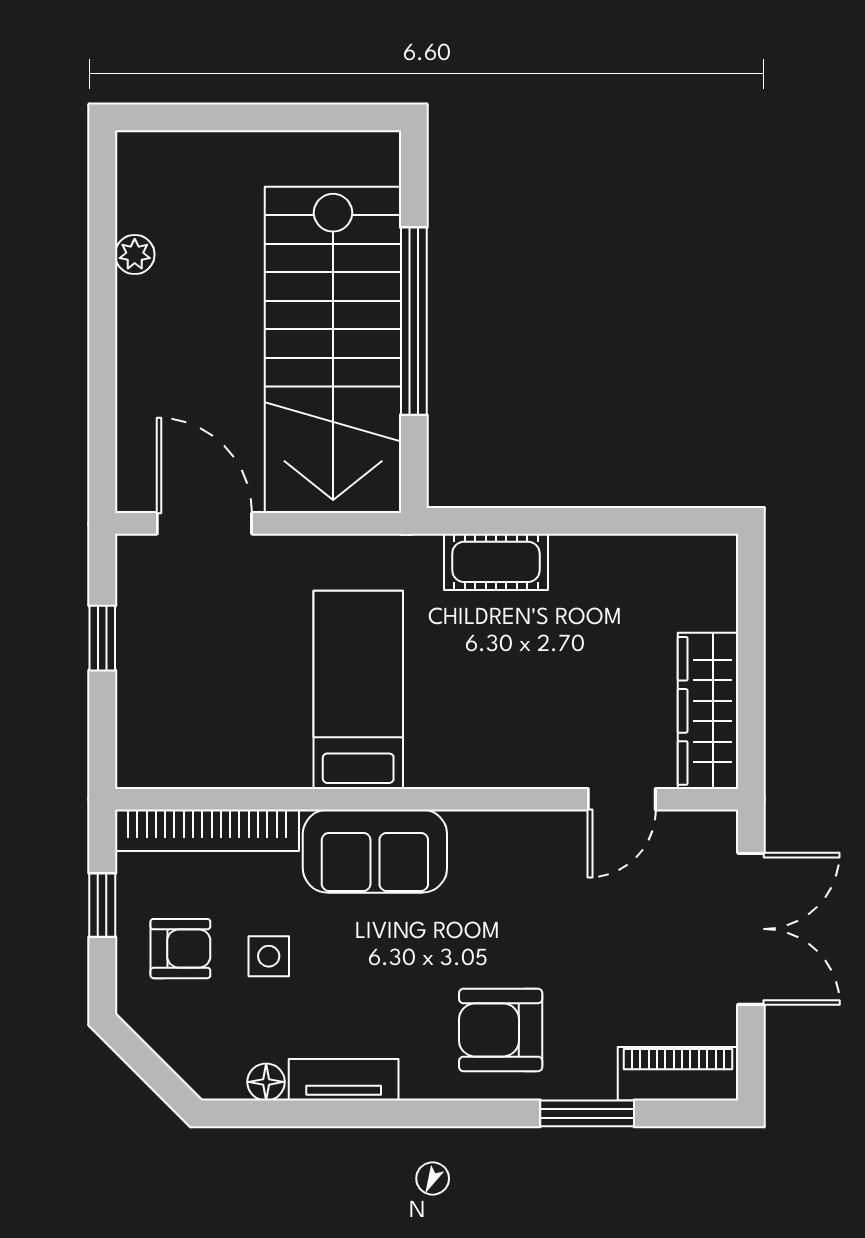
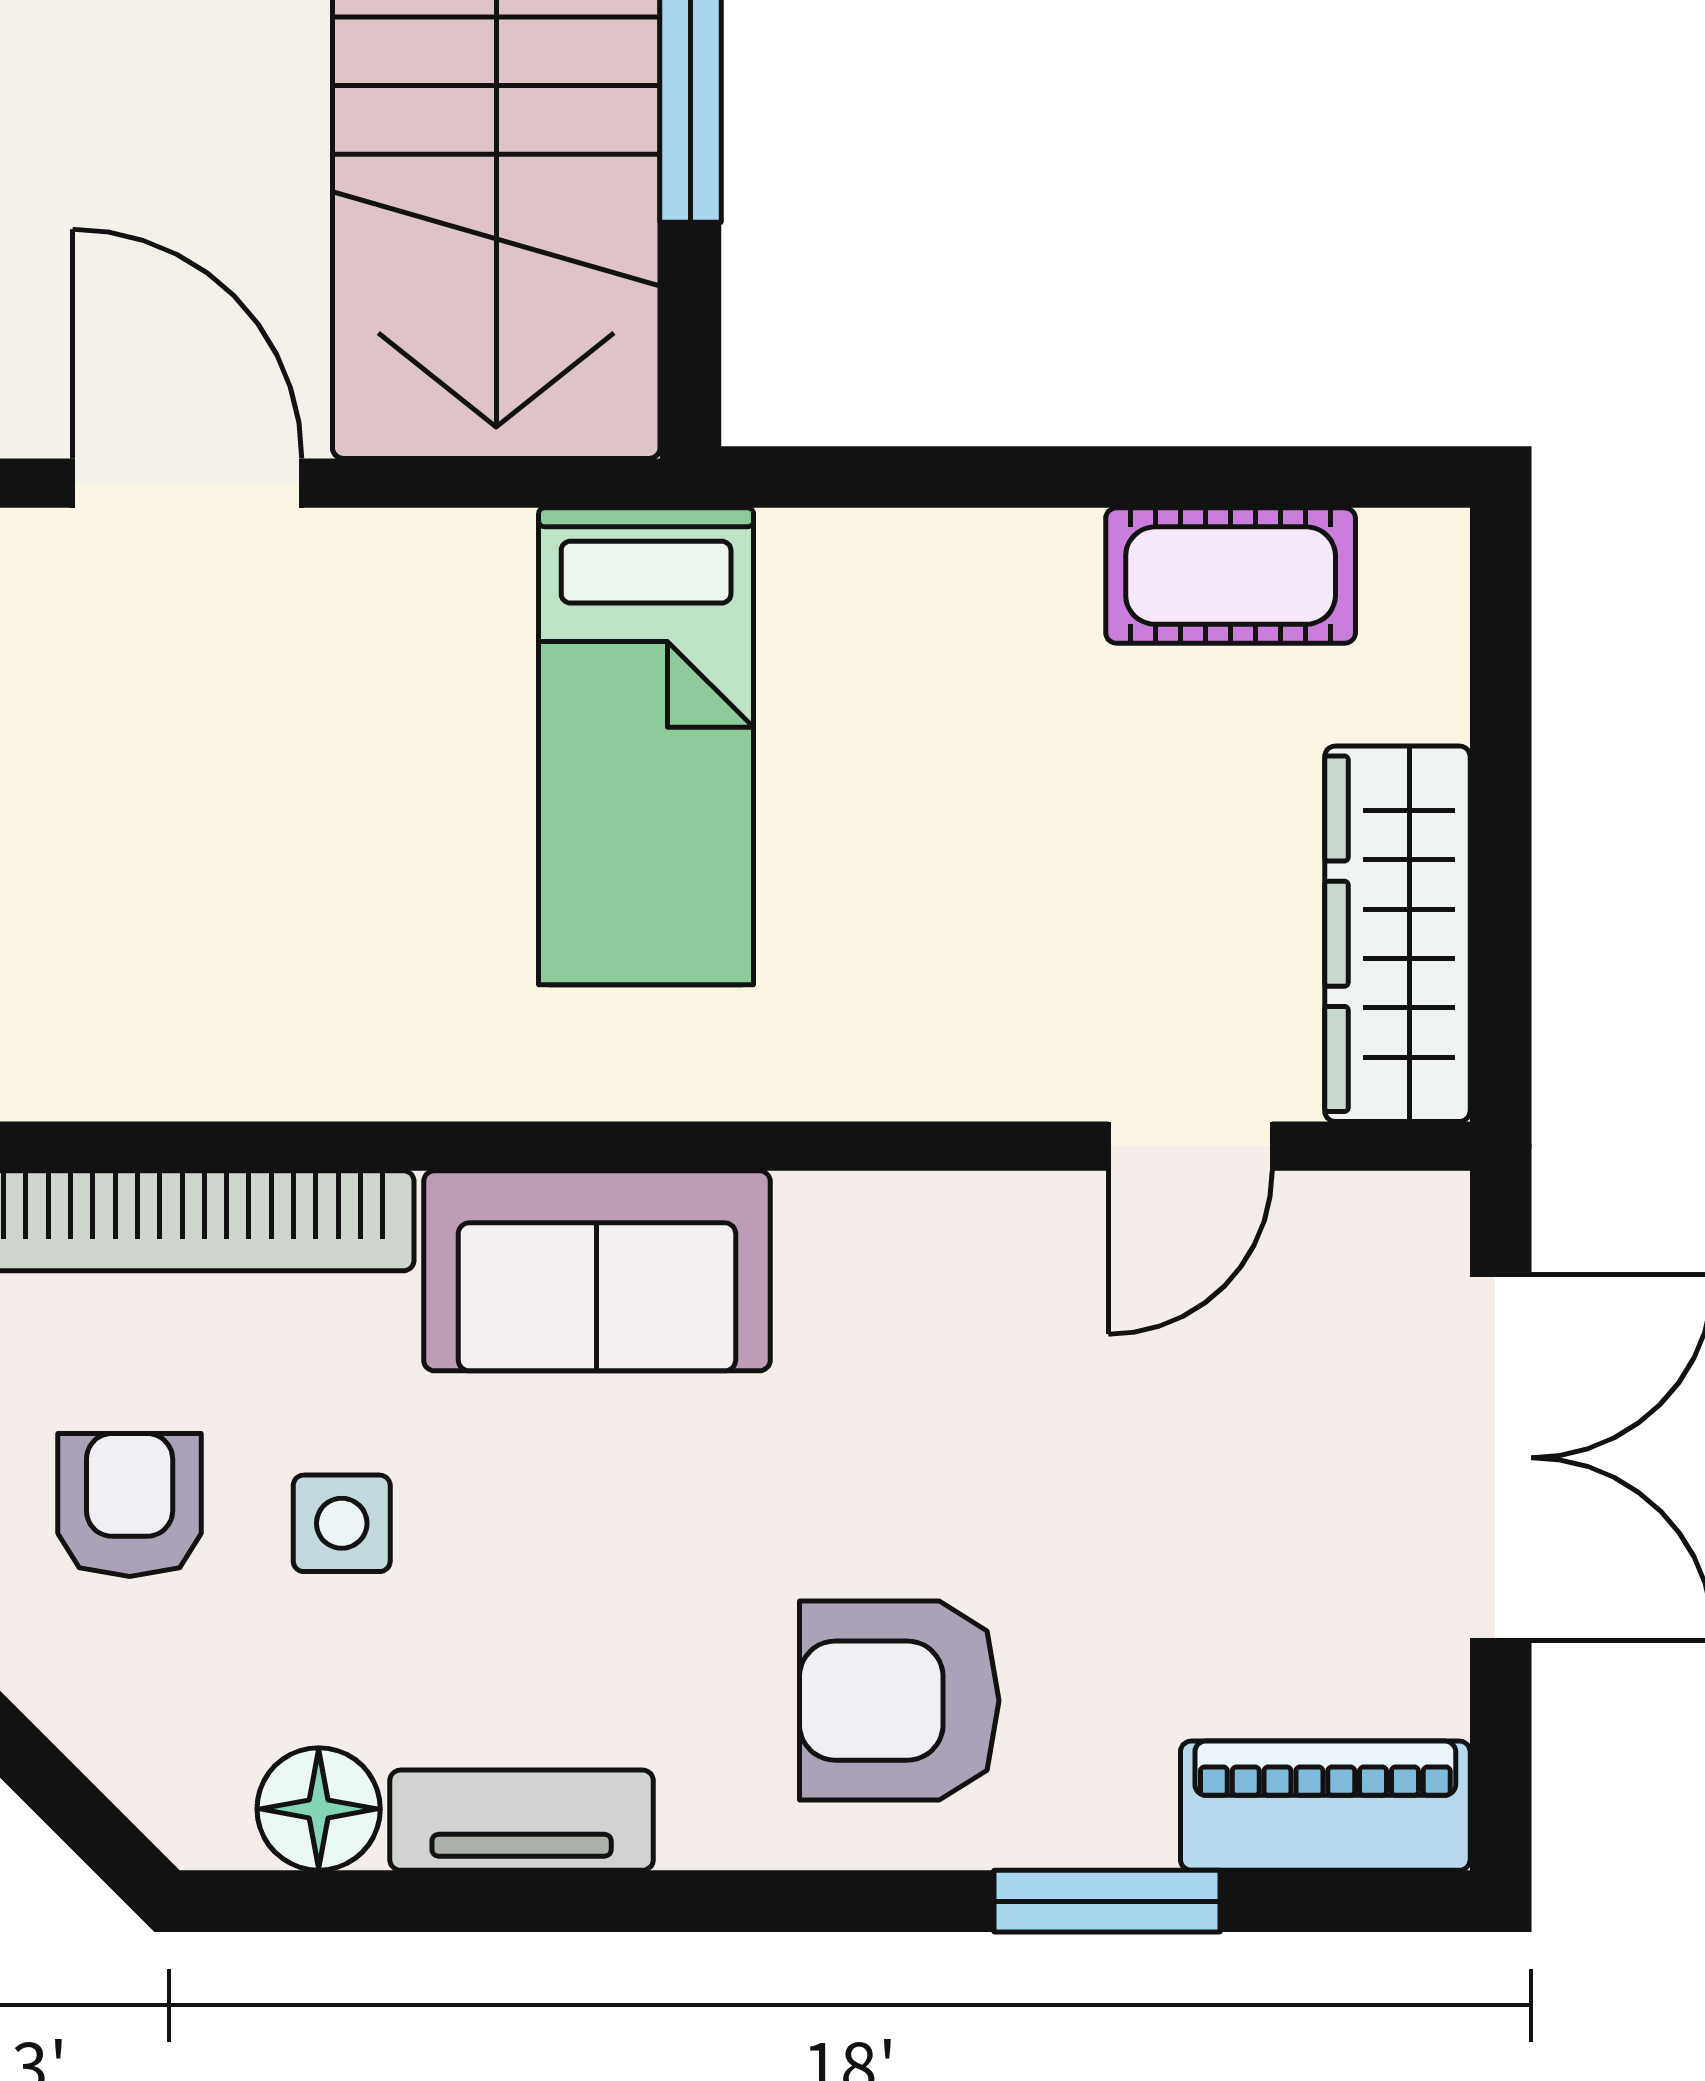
cot: (496, 562) -> (1231, 576), moved
bed: (358, 690) -> (646, 746), moved, turned 180
armchair: (180, 949) -> (130, 1505), turned -90
floor lamp: (266, 1082) -> (319, 1809), width x1.37, depth x1.37

